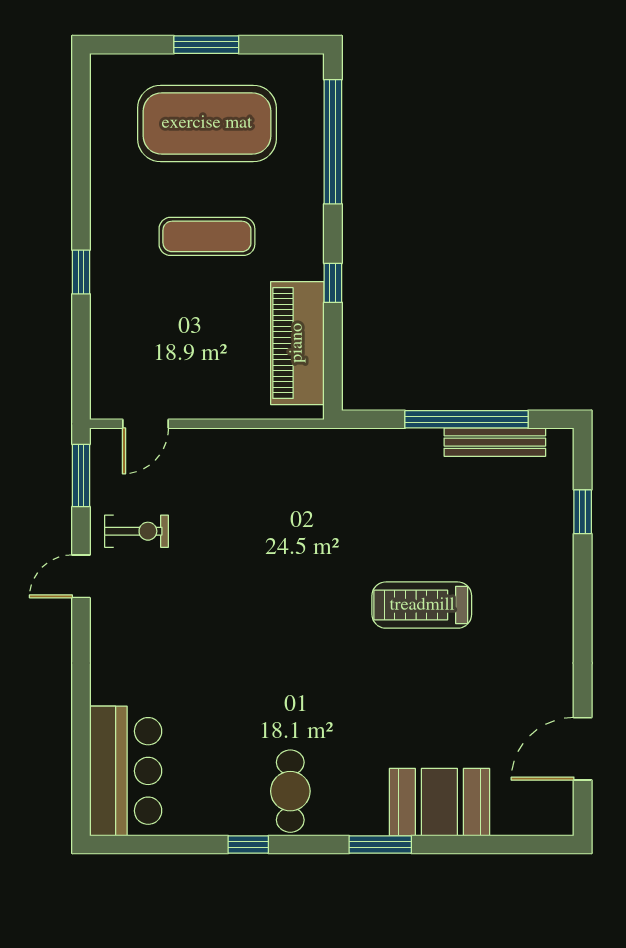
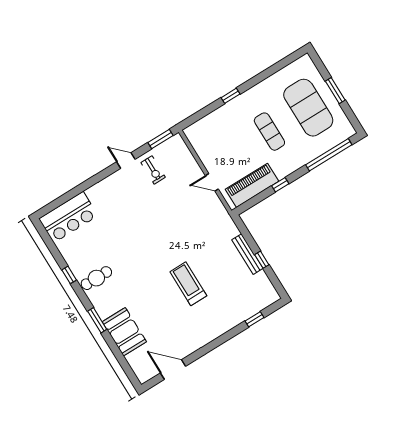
window: (467, 419) -> (262, 260), width x0.32
door: (145, 424) -> (212, 182), moved
bench: (495, 442) -> (247, 254), moved

